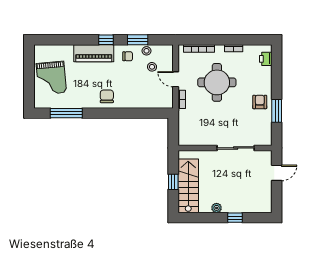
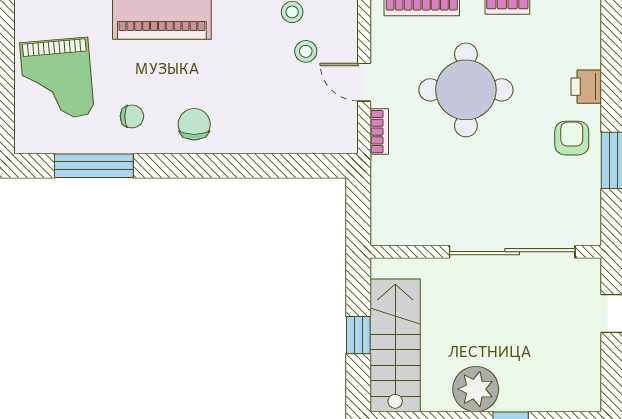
chair: (128, 56) -> (132, 116), moved
printer: (266, 59) -> (586, 87), moved
sliding door: (236, 148) -> (512, 252), width x1.36
plant: (217, 208) -> (476, 389), width x1.88, depth x1.88

